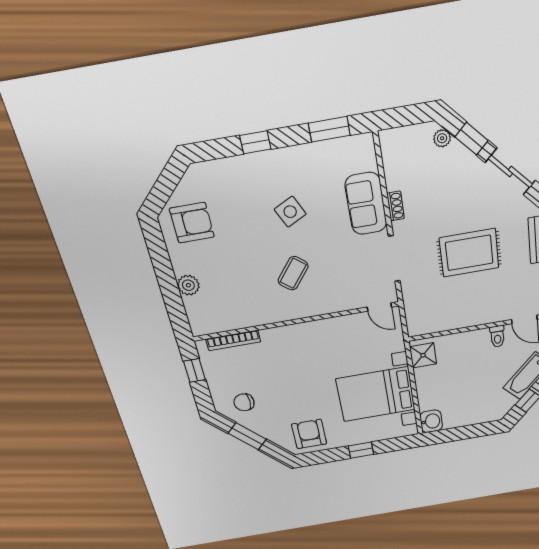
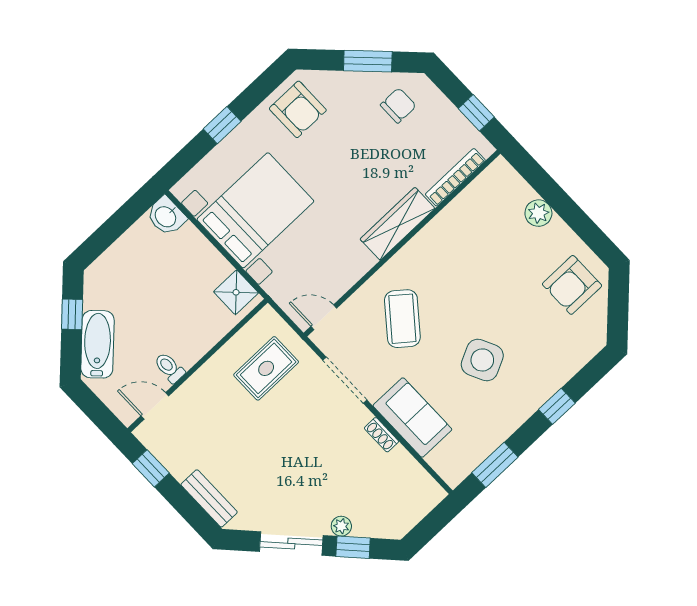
plant: (442, 138) -> (341, 526), moved
side table: (290, 212) -> (482, 360), width x1.37, depth x1.37
rug: (469, 253) -> (266, 368), moved, width x0.73, depth x0.70
coffee table: (293, 273) -> (402, 319), moved, width x1.36, depth x1.30
wardrobe: (291, 335) -> (398, 224), added

